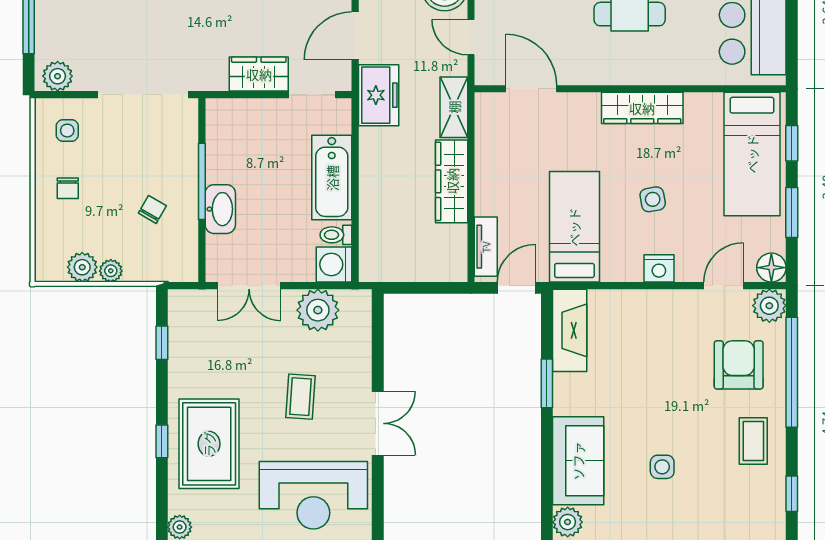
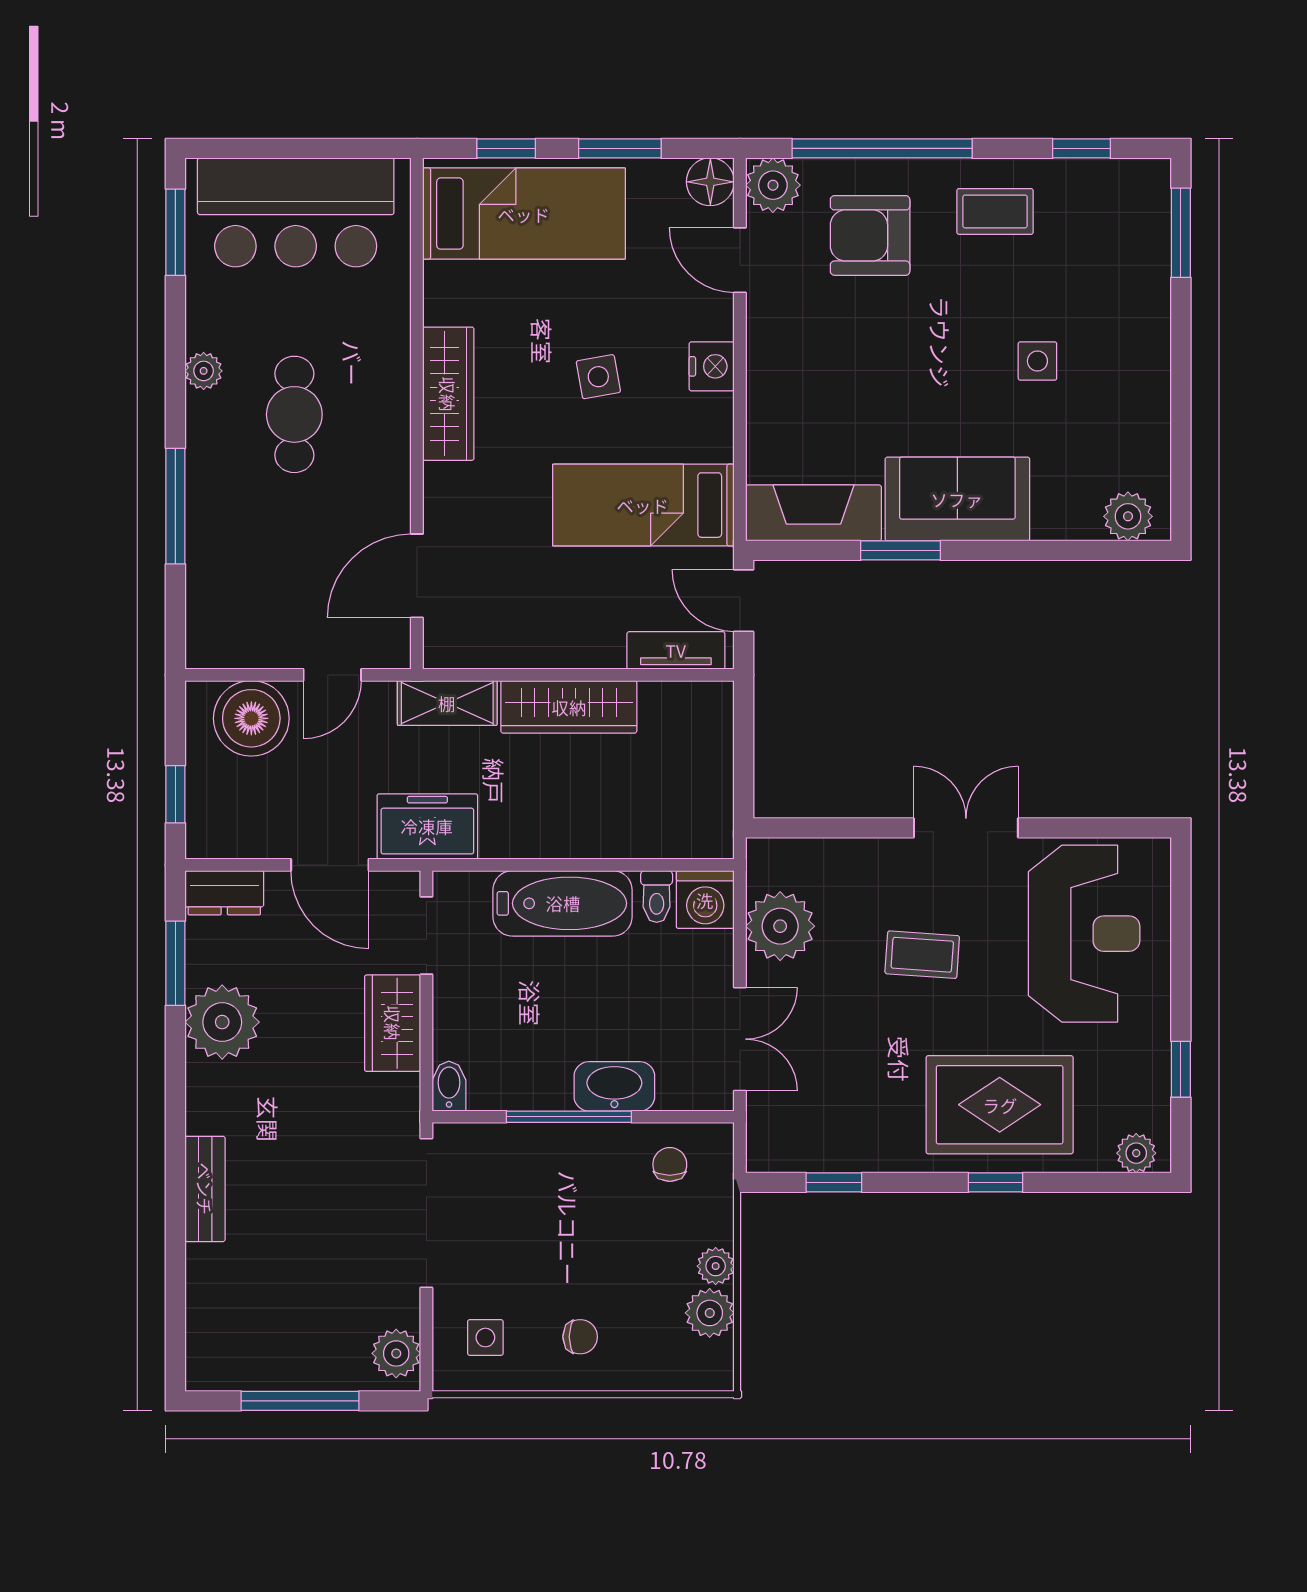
bidet: (220, 108) -> (449, 1086), added
chair: (152, 209) -> (670, 1164), moved, turned 60
sofa: (578, 461) -> (957, 499), moved

